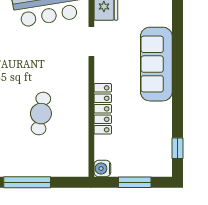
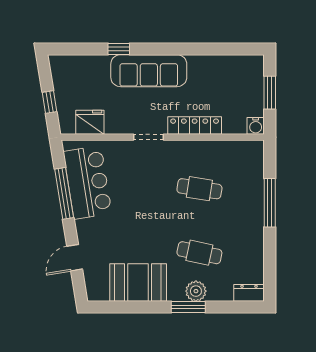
doorway: (91, 41) -> (149, 137), moved
window: (177, 148) -> (119, 49), moved

